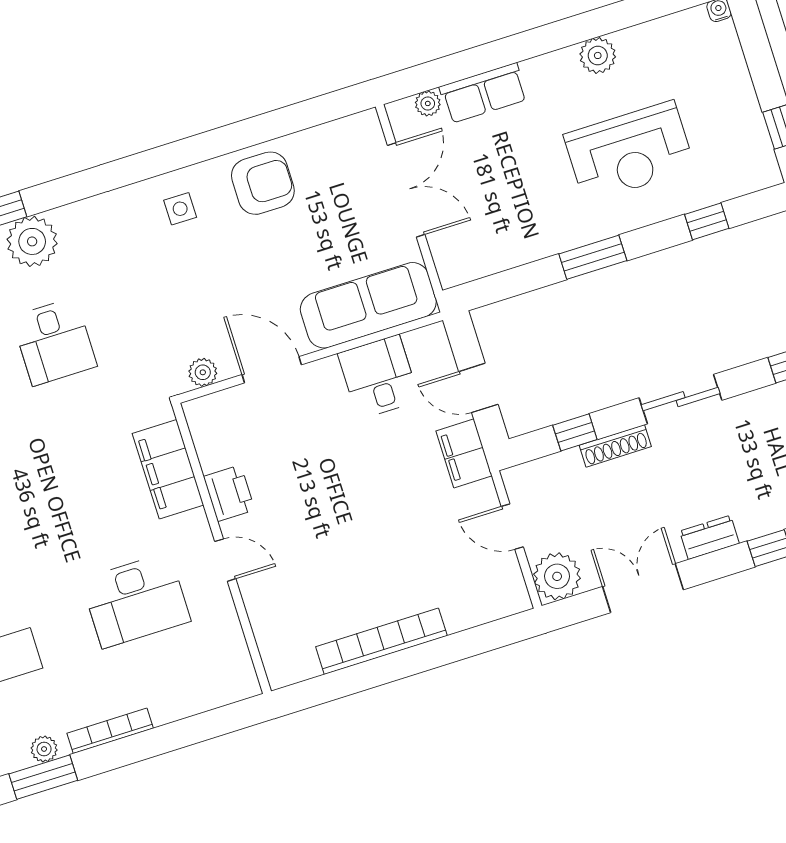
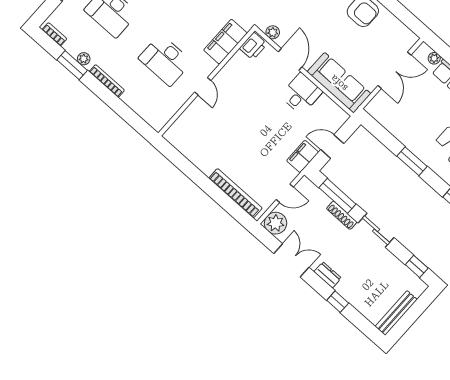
desk: (379, 377) -> (301, 94), moved
door: (478, 388) -> (332, 147), hinge flipped
window: (575, 432) -> (337, 196), width x2.17
printer: (229, 493) -> (253, 46), moved
door: (512, 527) -> (285, 193), swing flipped
bookcase: (381, 641) -> (236, 193), moved

